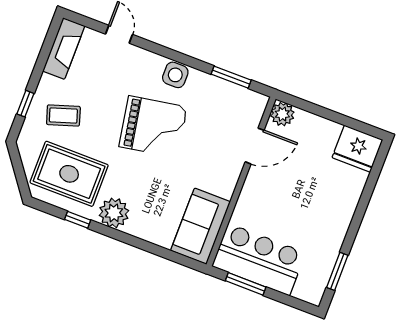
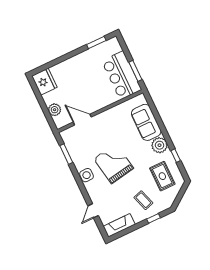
plant: (282, 114) -> (55, 110), moved
rug: (69, 174) -> (162, 176), width x0.73, depth x0.70
sofa: (200, 226) -> (146, 122), moved, turned 90

